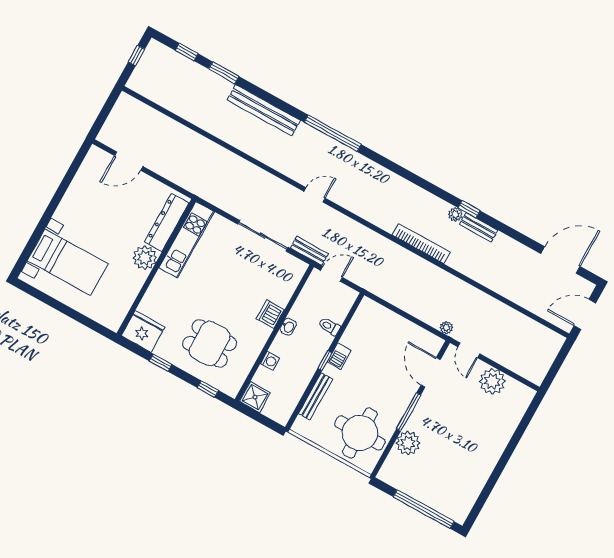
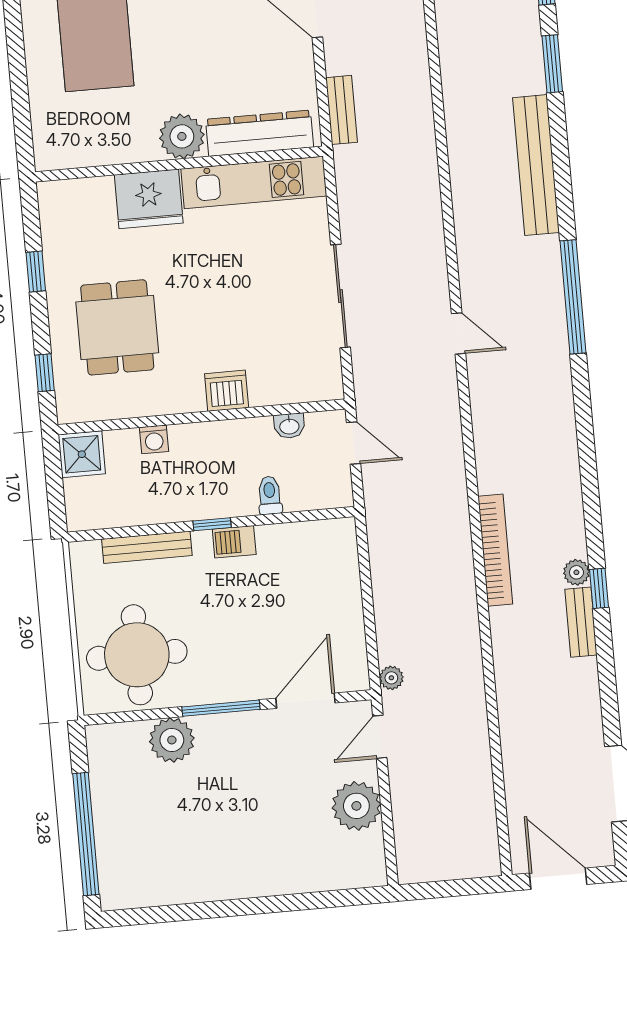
bench: (309, 251) -> (342, 110), moved
washbasin: (288, 327) -> (289, 426), moved
fridge: (143, 331) -> (149, 199), moved, turned 90

